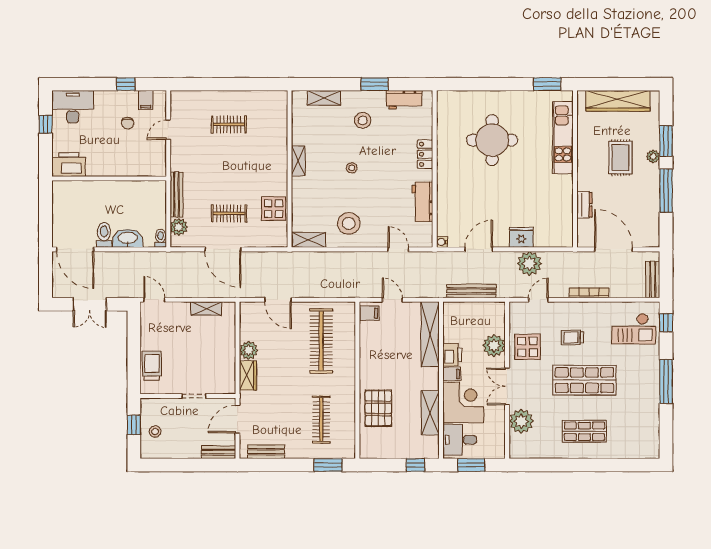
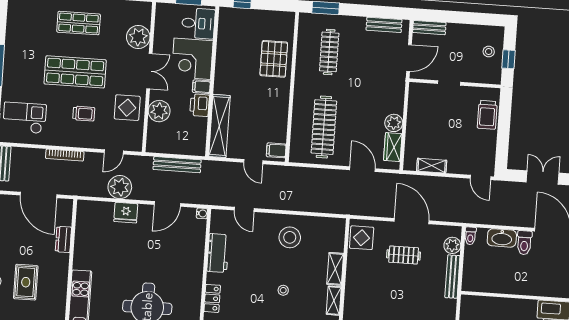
display table: (274, 209) -> (362, 238), moved
shelving: (308, 240) -> (335, 269), moved, turned 90
wardrobe: (248, 375) -> (393, 147), moved
shelving: (430, 413) -> (225, 51), removed

